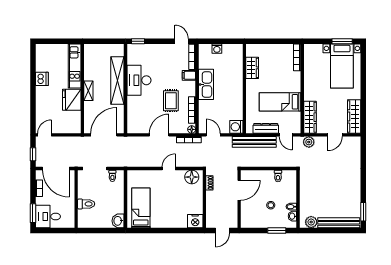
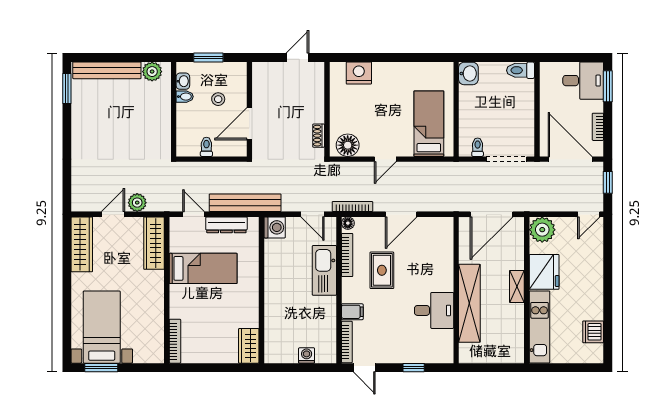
window: (138, 41) -> (414, 368), moved
wardrobe: (252, 68) -> (249, 346), moved
dishwasher: (42, 79) -> (593, 332), moved
desk: (139, 80) -> (434, 310), width x0.73
kitchen sink: (206, 84) -> (324, 270), moved
plant: (73, 125) -> (542, 230), added
plant: (309, 142) -> (137, 203), moved
door: (239, 190) -> (249, 124), moved
wall: (239, 199) -> (249, 109), moved
toilet: (86, 204) -> (521, 70), moved
bed: (141, 208) -> (429, 124), moved, turned 180
nightstand: (195, 221) -> (359, 73), moved

